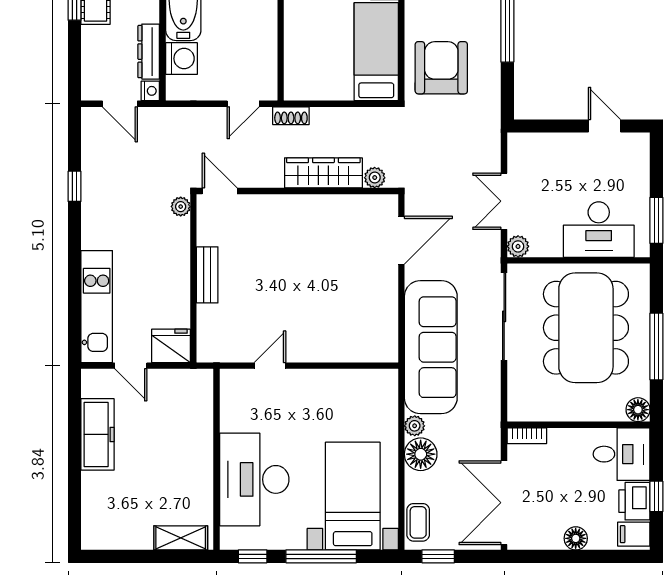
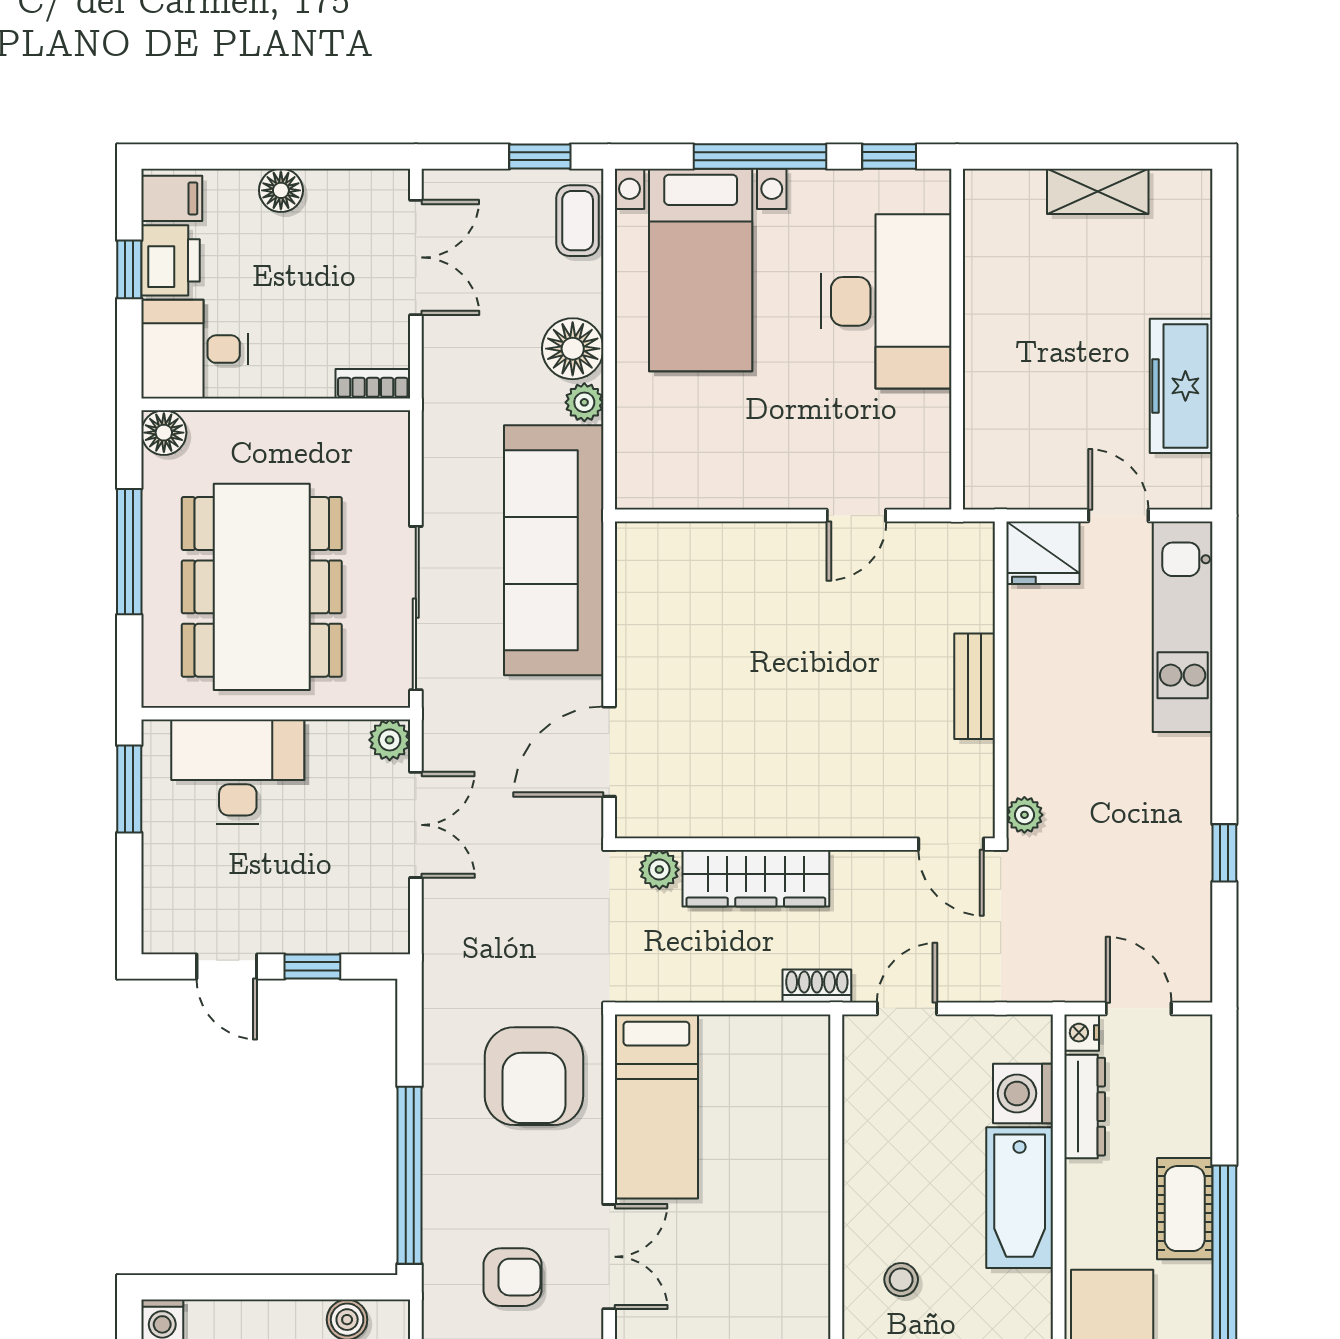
window: (559, 126) -> (312, 966), added
double door: (504, 503) -> (416, 257), width x0.73
shelving: (181, 538) -> (1098, 191), moved

